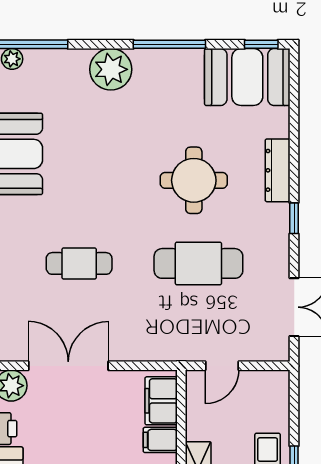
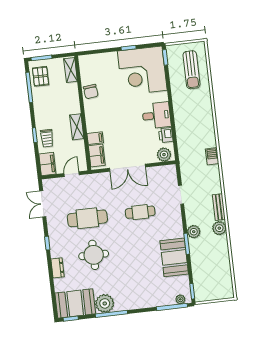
plant: (111, 69) -> (105, 303), moved
dresser: (278, 170) -> (57, 268), width x0.70
double door: (68, 366) -> (127, 168), moved
filing cabinet: (273, 395) -> (47, 164), added

